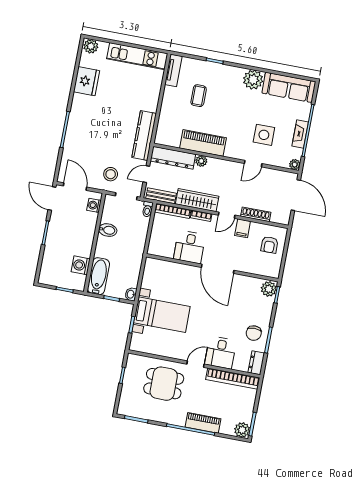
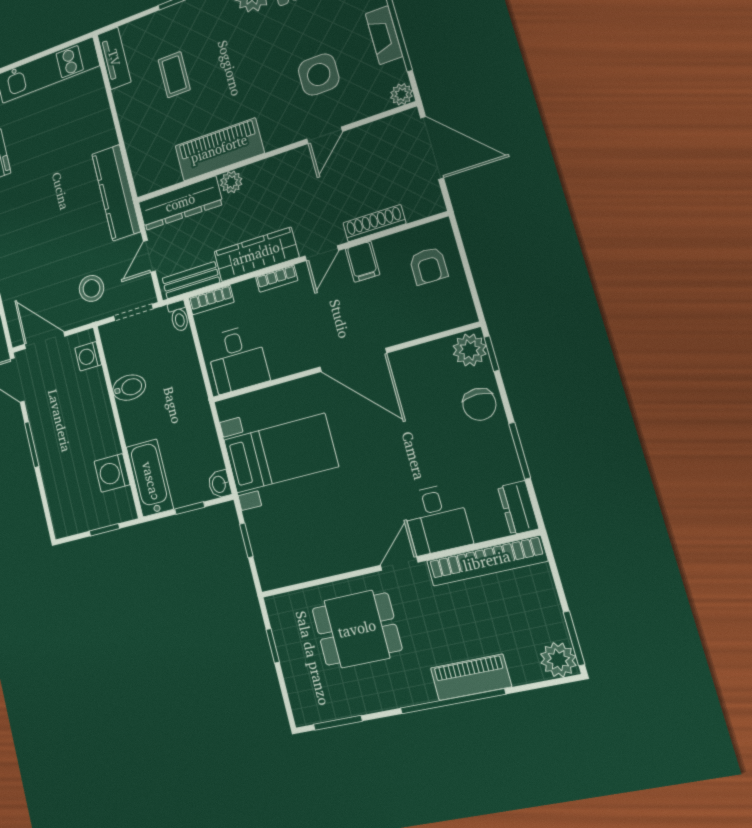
bookcase: (173, 211) -> (211, 300), width x0.64
desk: (190, 247) -> (237, 359), moved
bed with nightstands: (162, 315) -> (281, 453), moved
chair: (254, 333) -> (479, 404), moved

